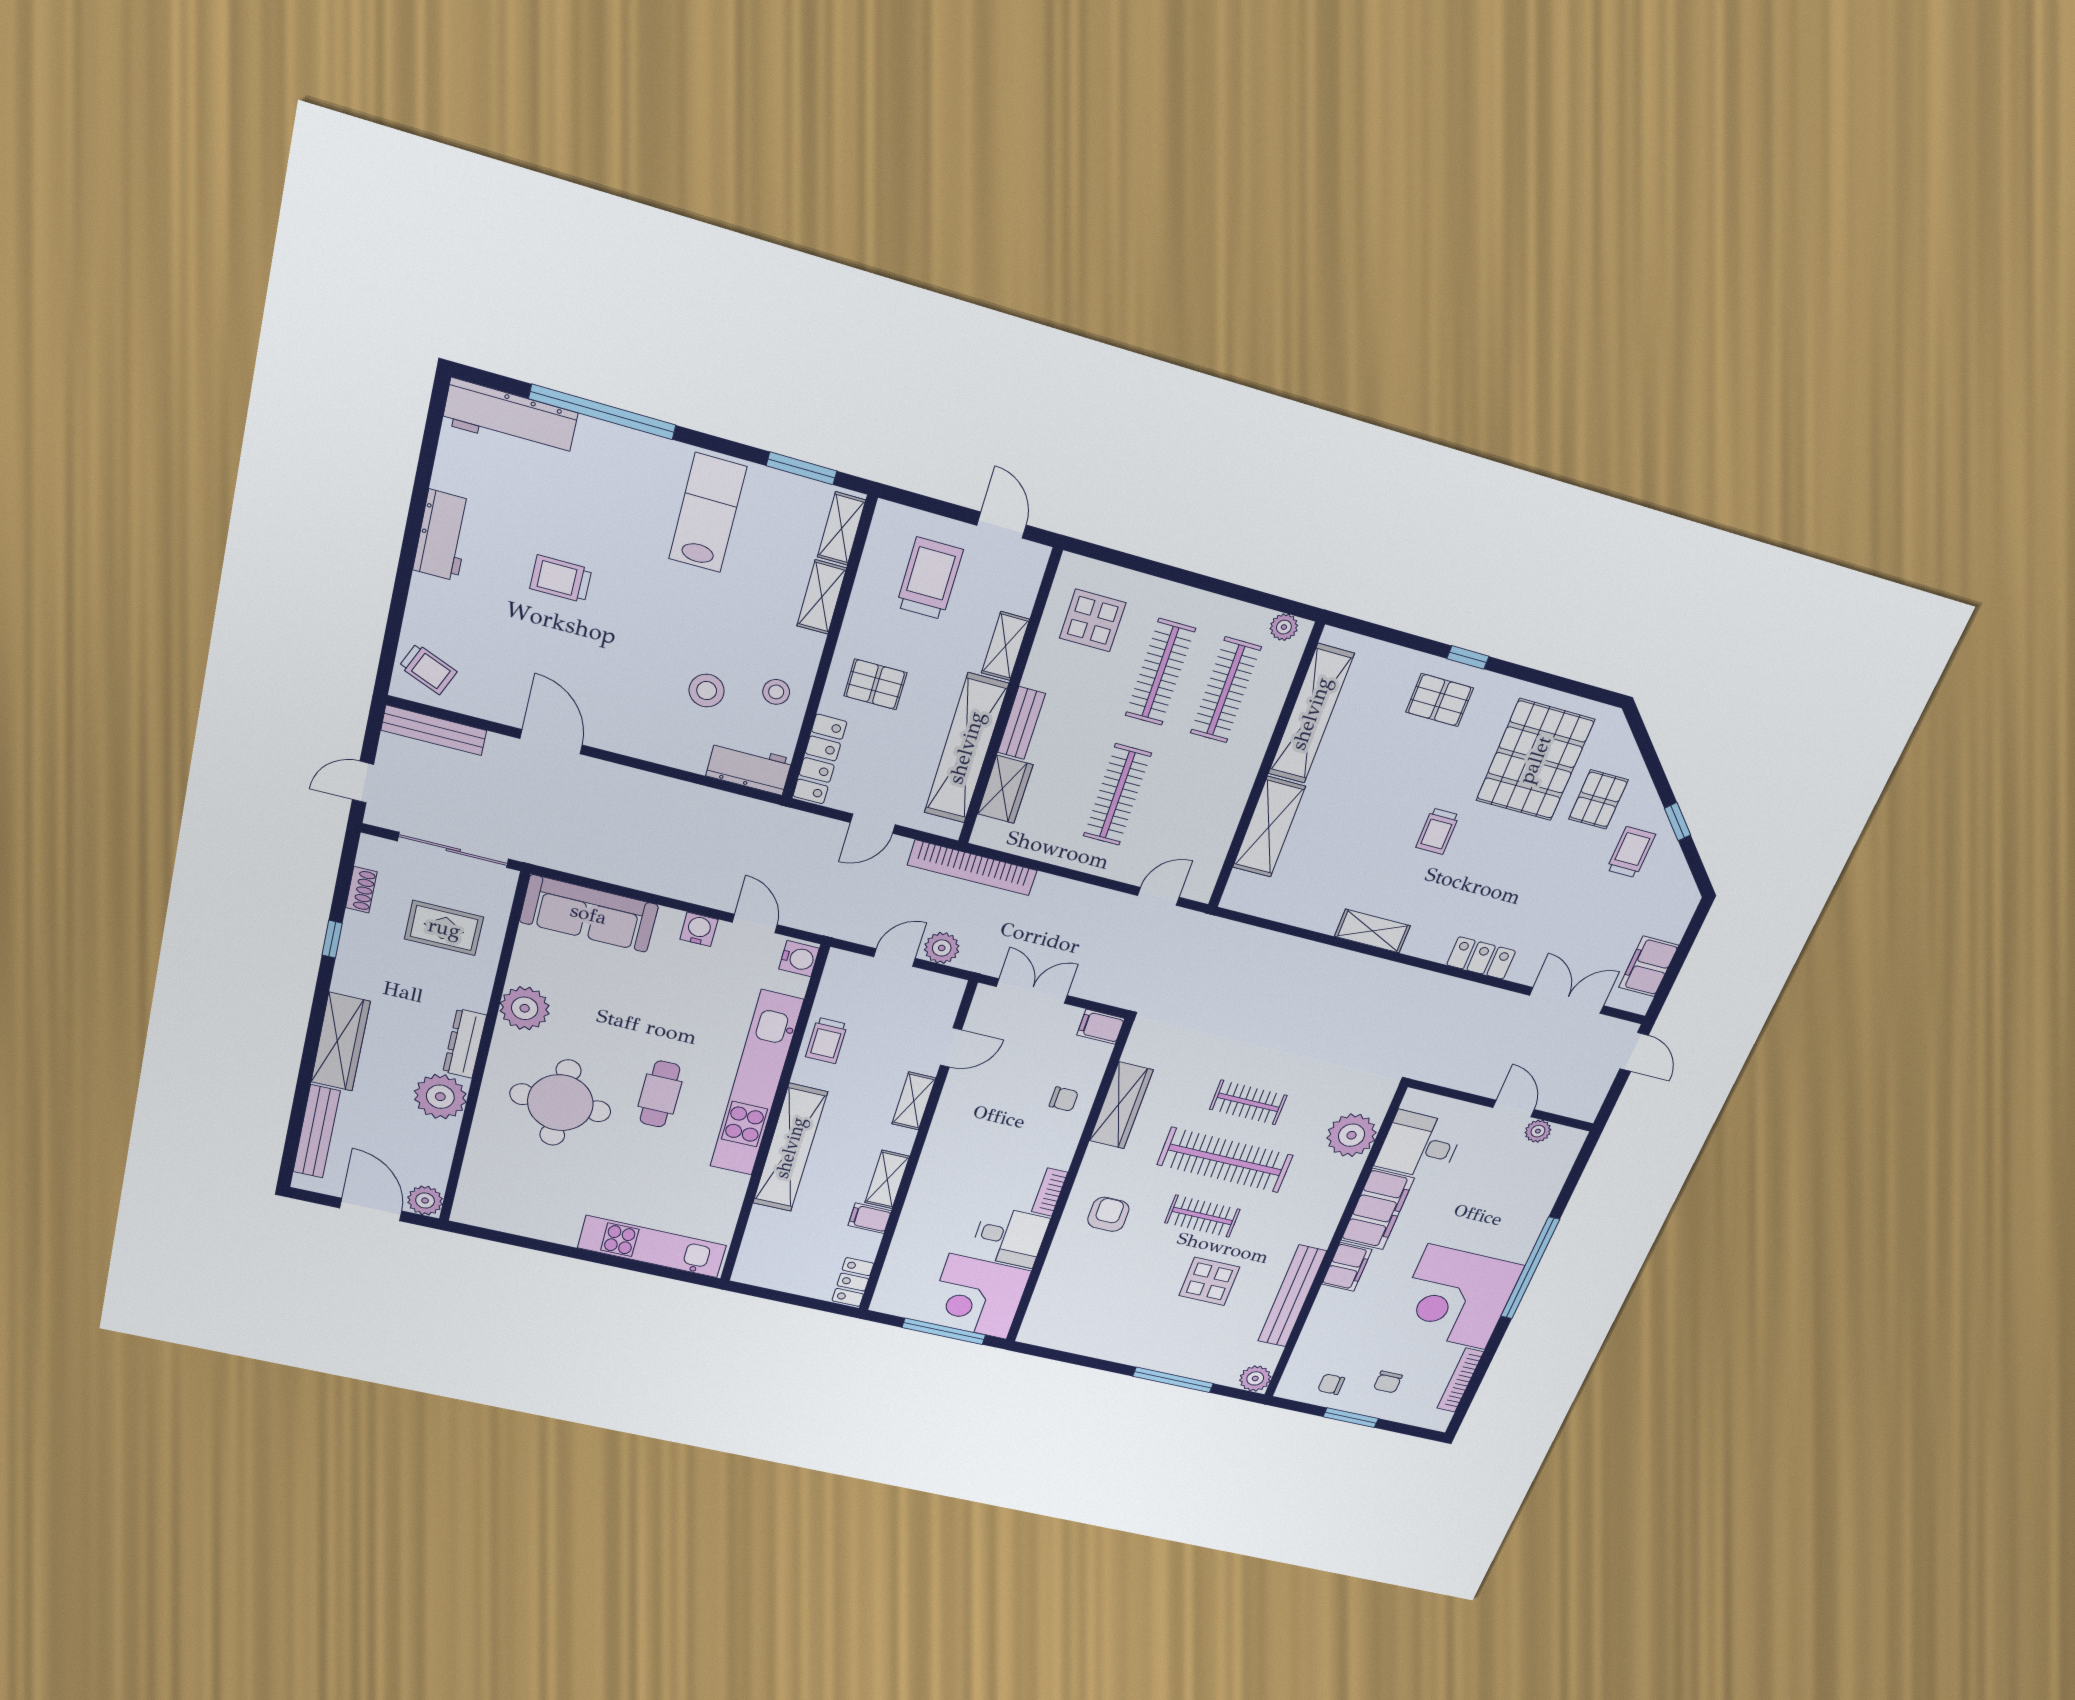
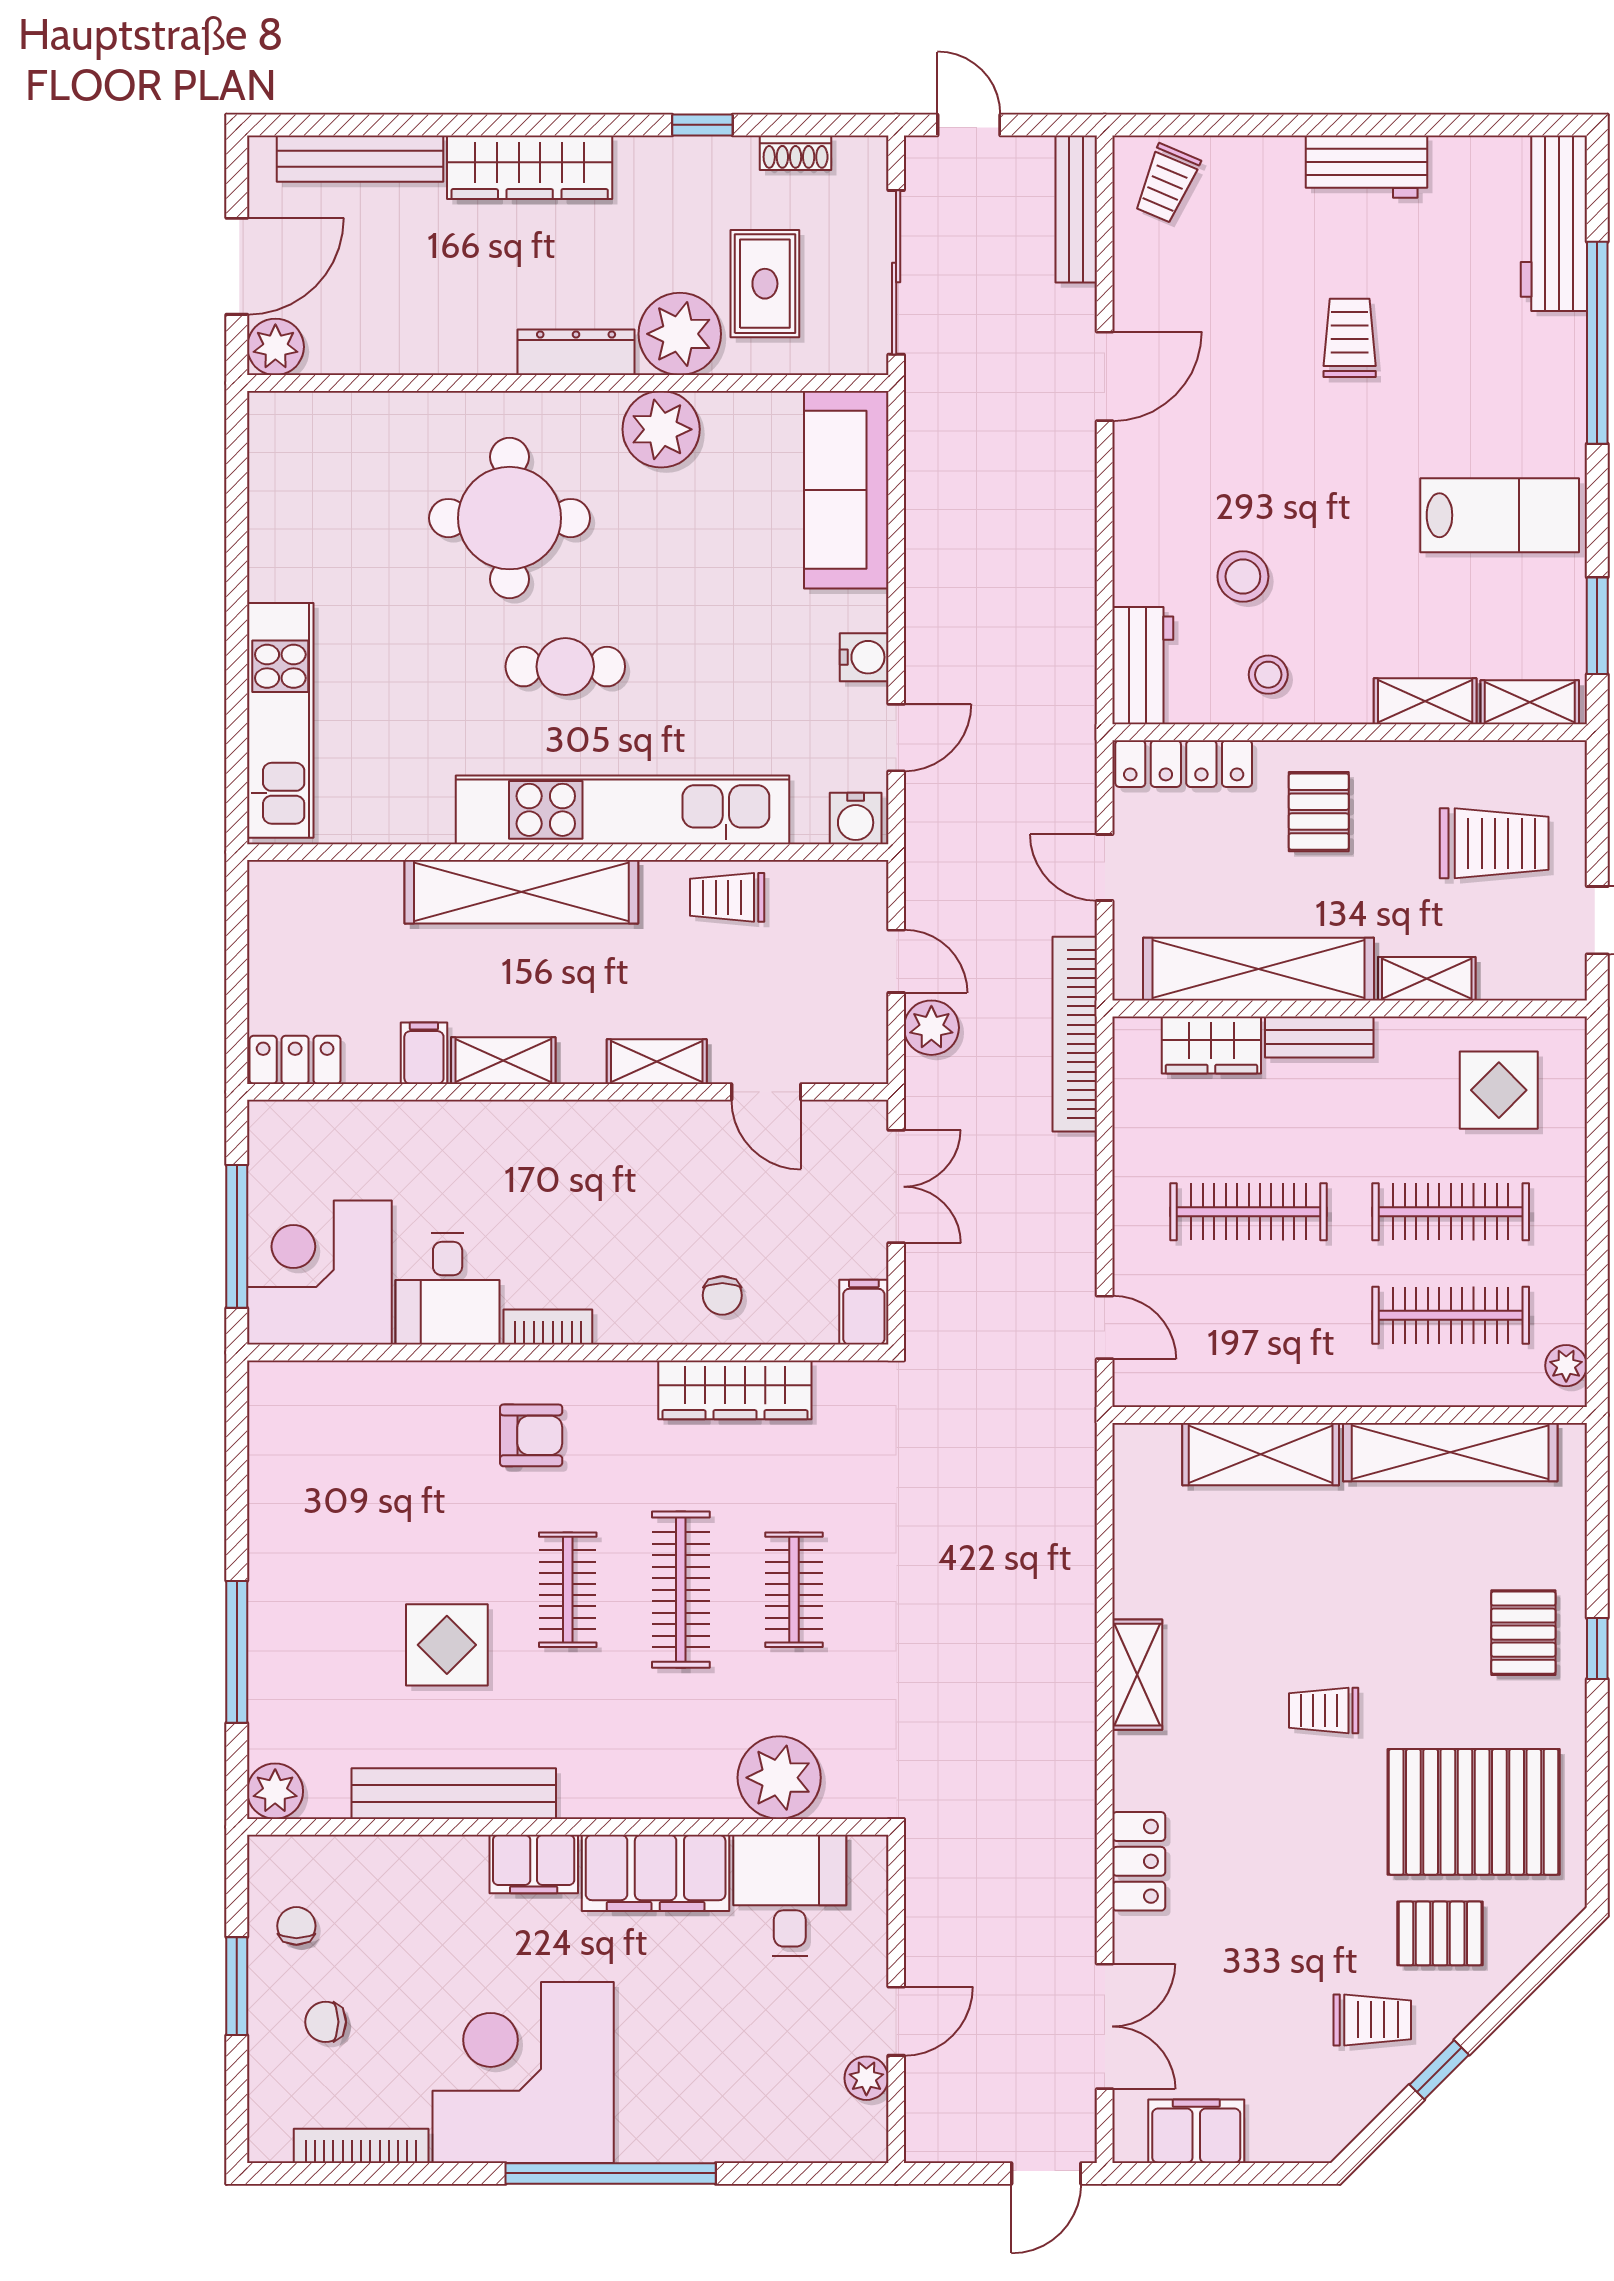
plant: (440, 1097) -> (680, 334), moved
clothes rail: (1225, 1160) -> (681, 1590), width x0.73, depth x0.76

